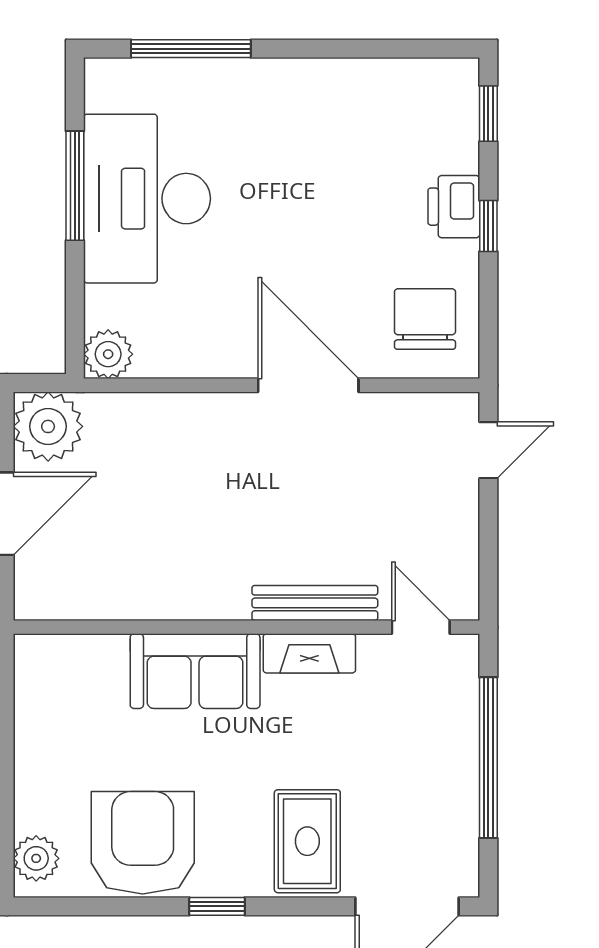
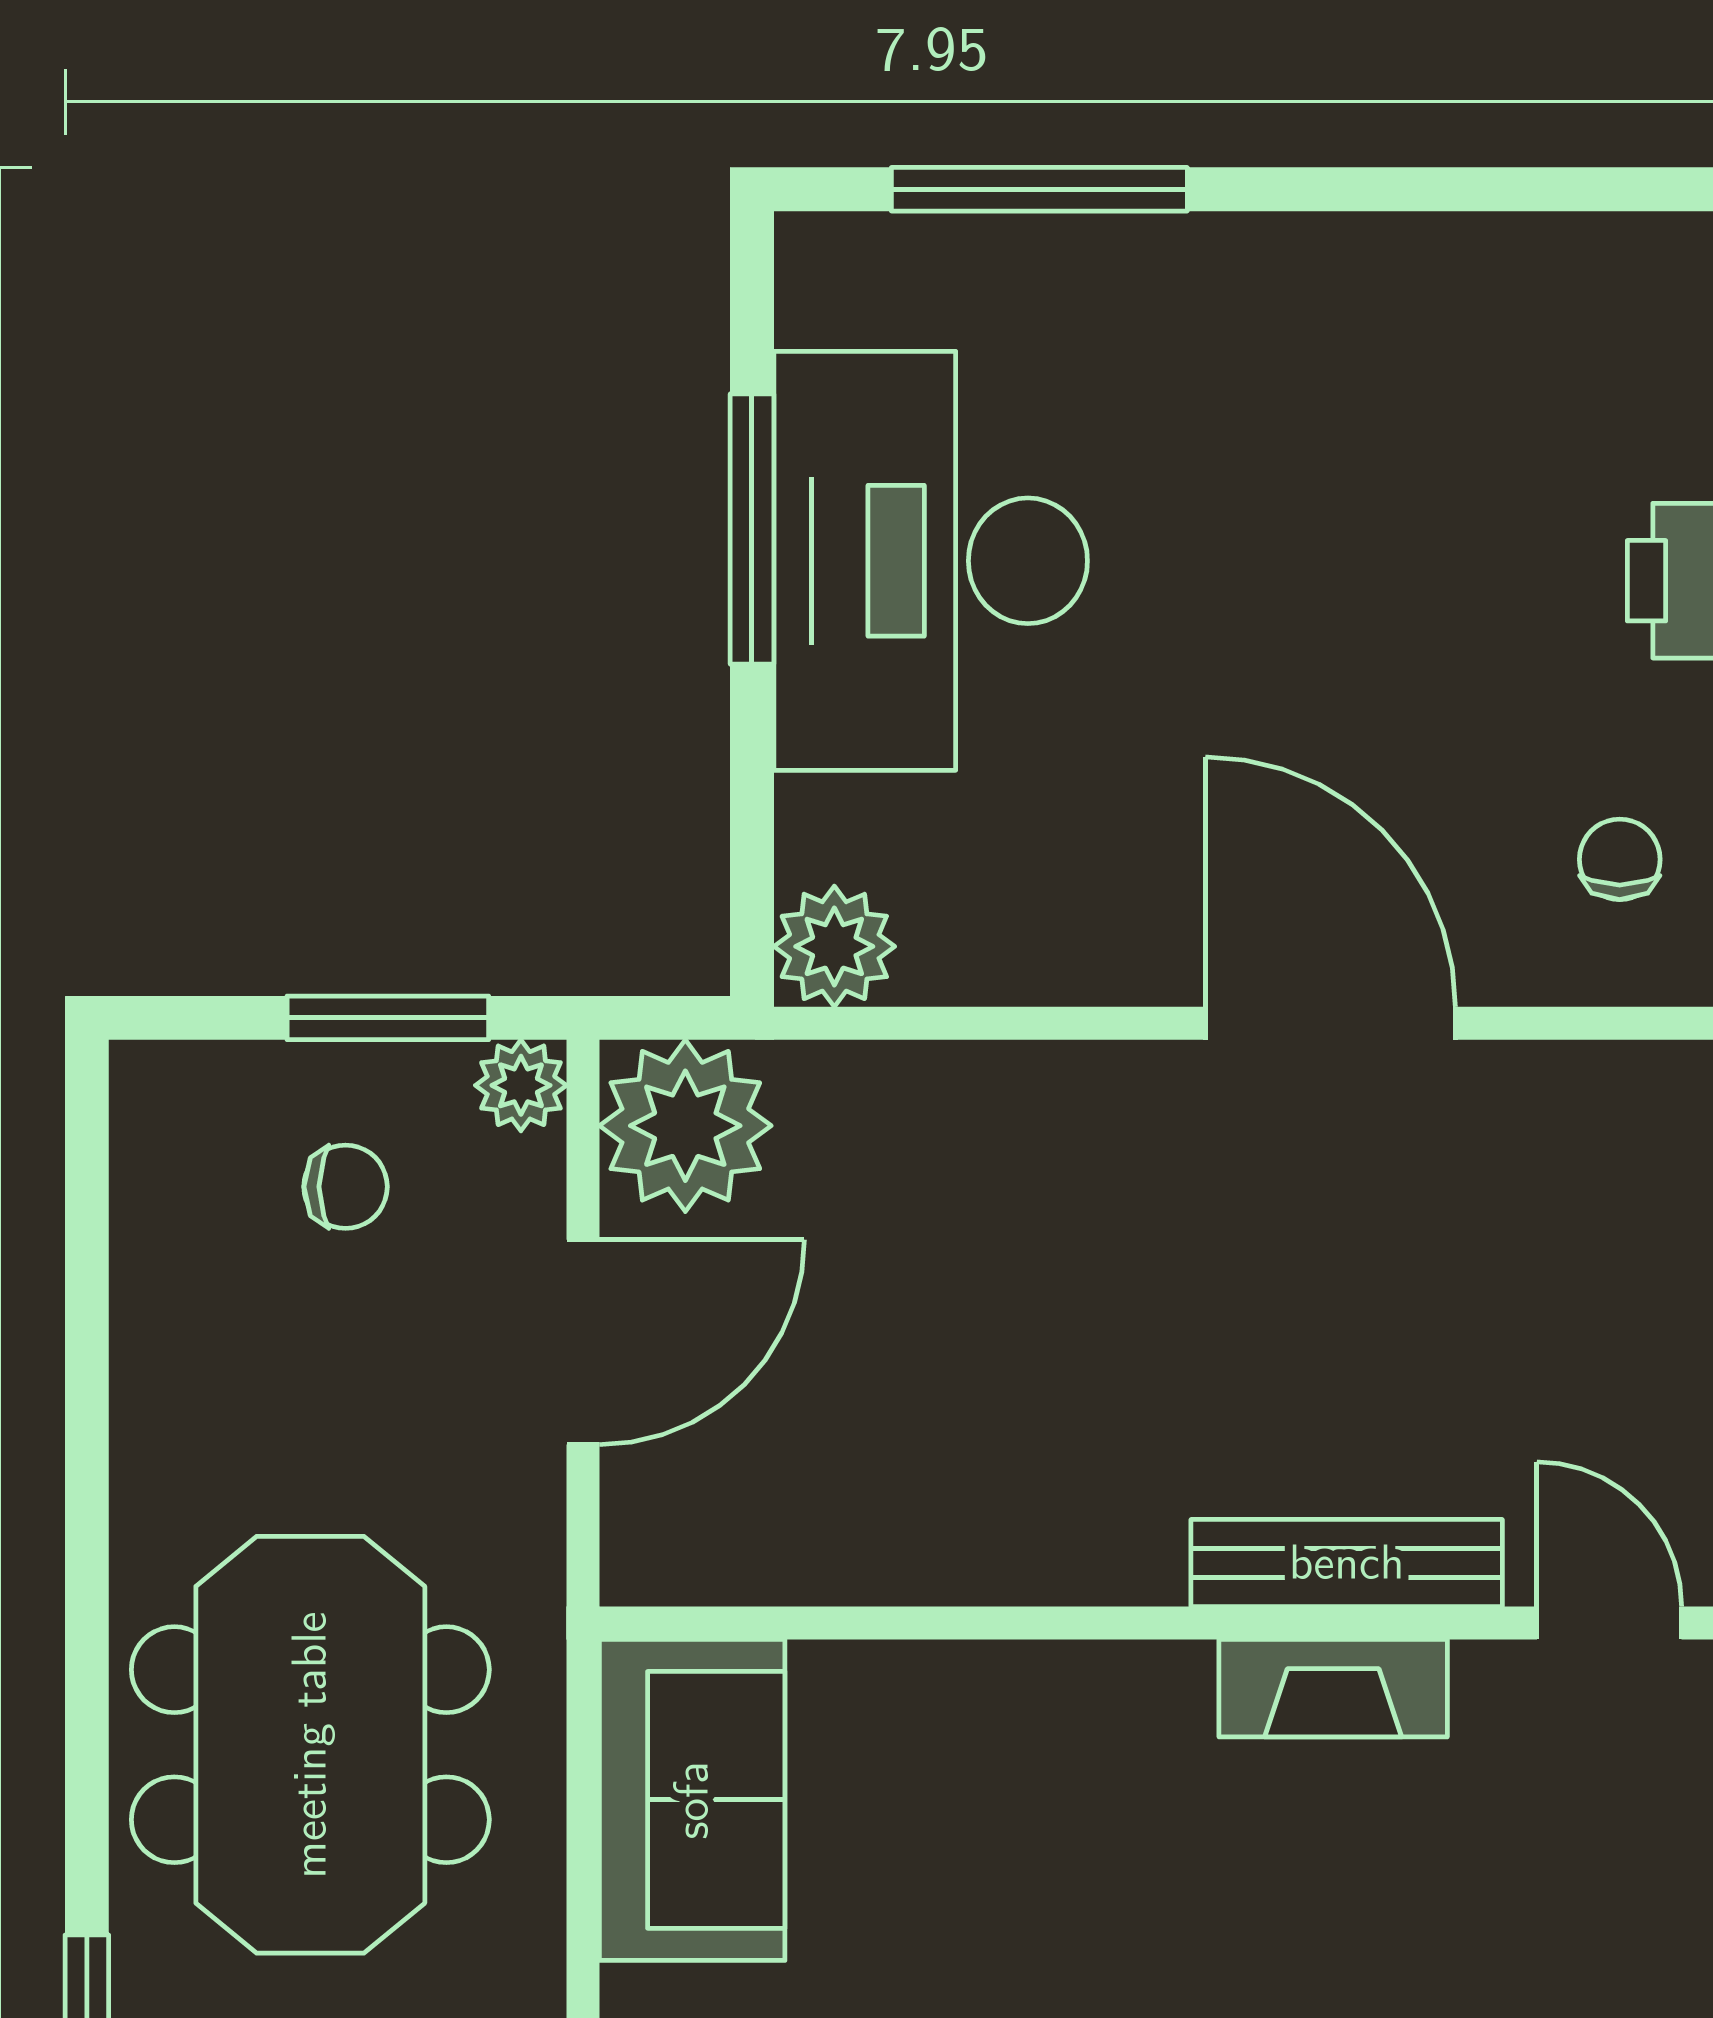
chair: (425, 319) -> (1620, 859), width x0.54, depth x0.54
sofa: (195, 671) -> (692, 1800), moved, turned -90

